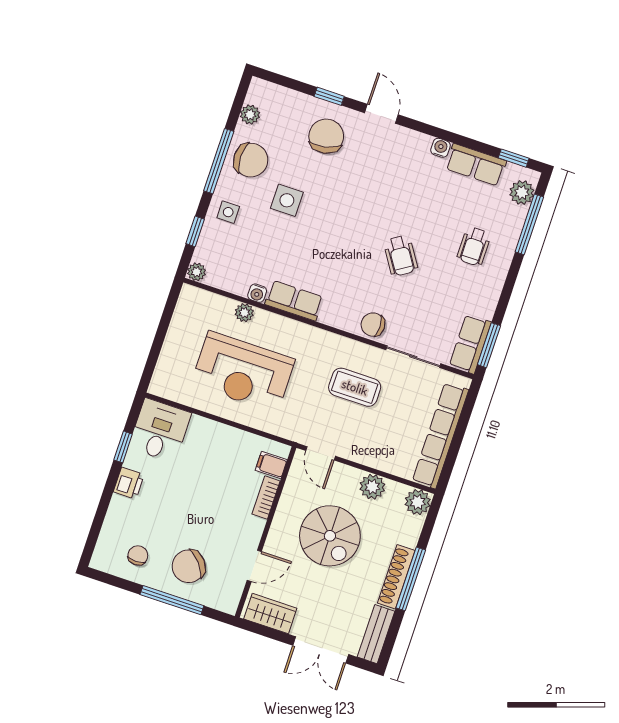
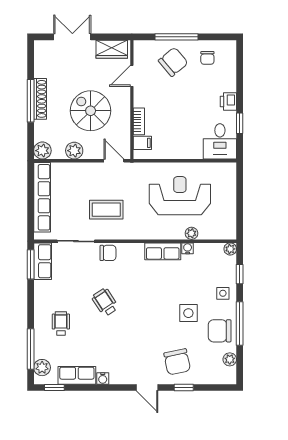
bench: (376, 634) -> (41, 59), removed

